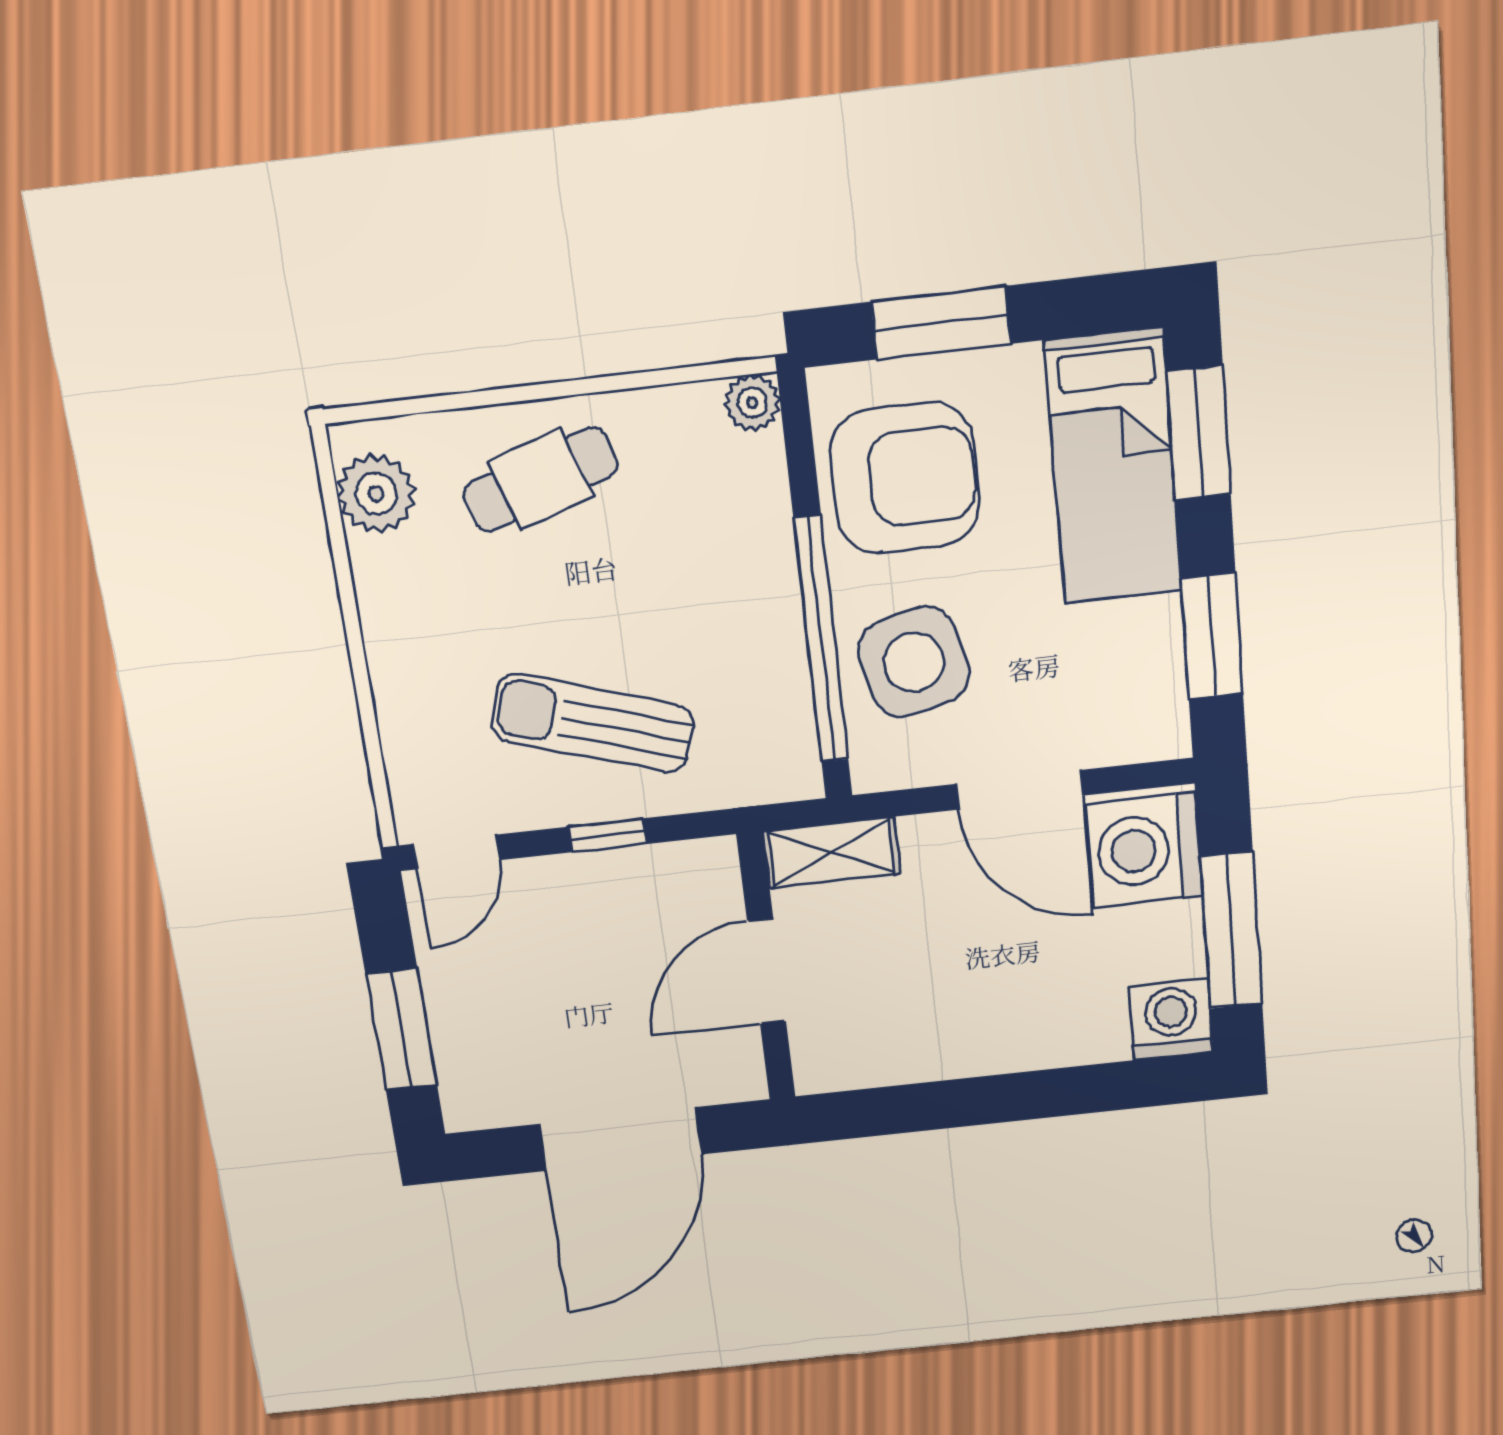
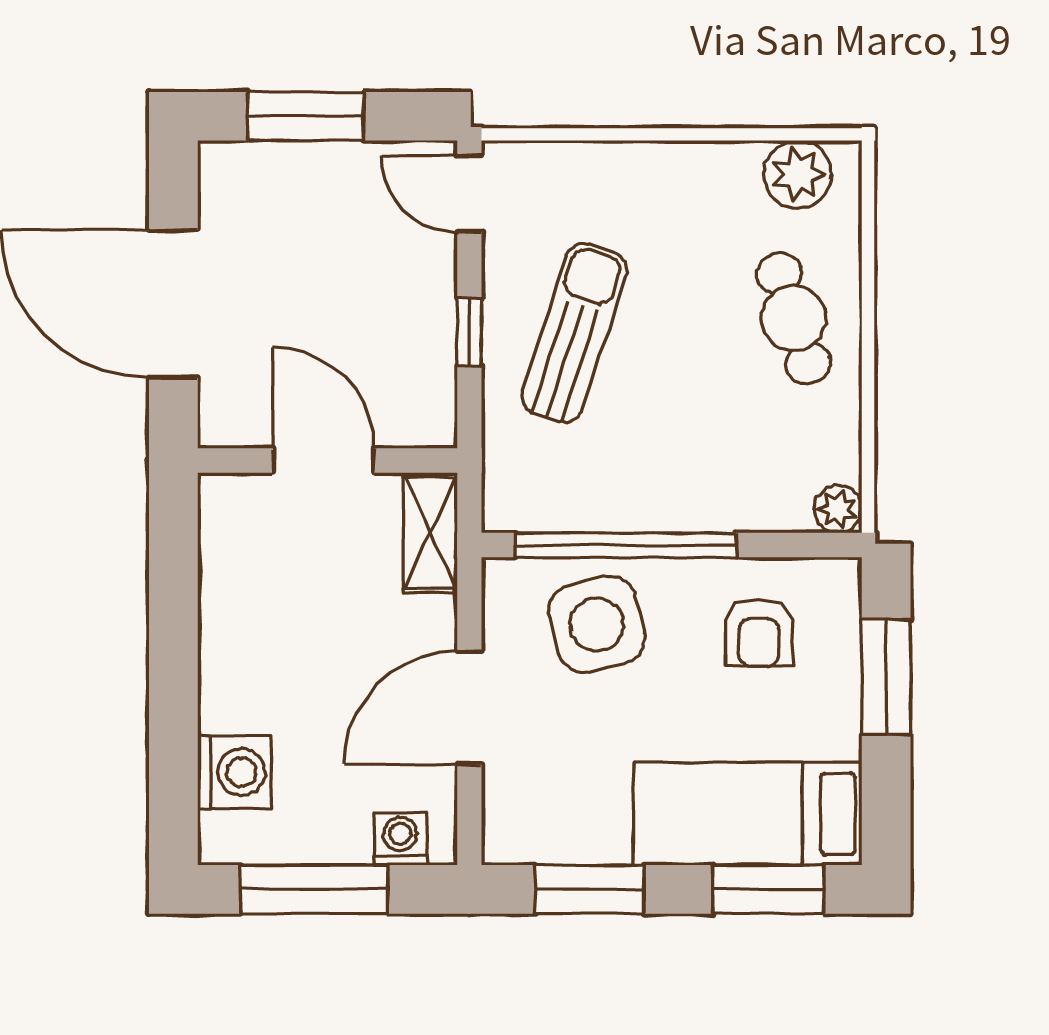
armchair: (905, 478) -> (759, 633), width x0.53, depth x0.53
washing machine: (1144, 850) -> (400, 839), width x0.53, depth x0.53
washing machine: (1171, 1019) -> (234, 772), moved

